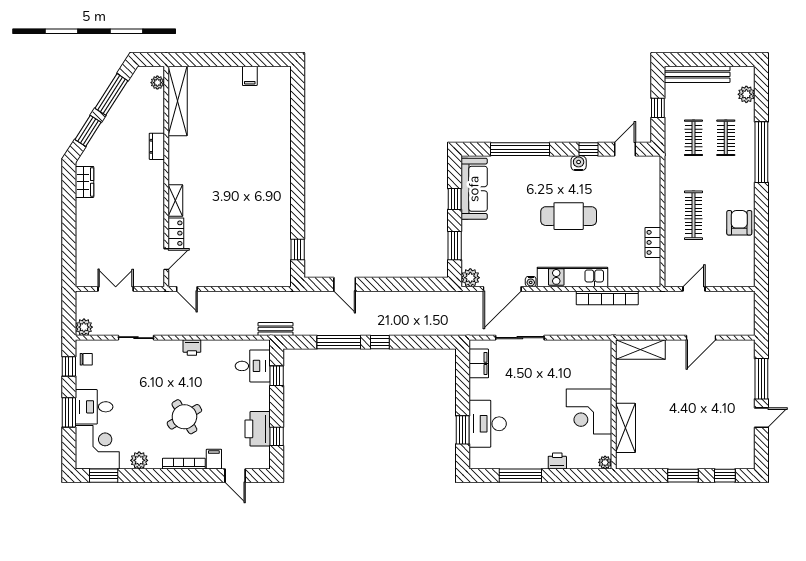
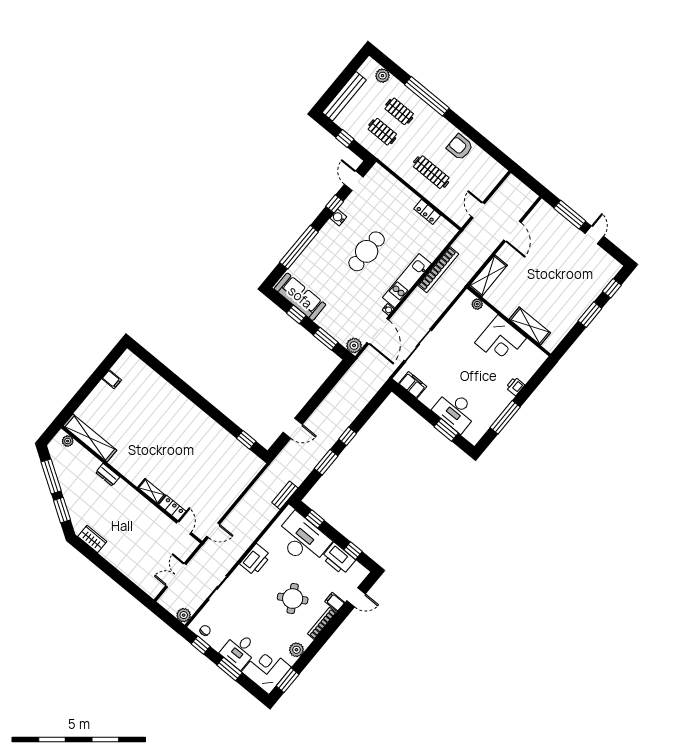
window: (339, 342) -> (326, 462), width x0.69
printer: (192, 348) -> (255, 560), width x1.87, depth x1.48
desk: (253, 366) -> (302, 540), width x1.87, depth x1.30
plant: (605, 462) -> (477, 304), moved

